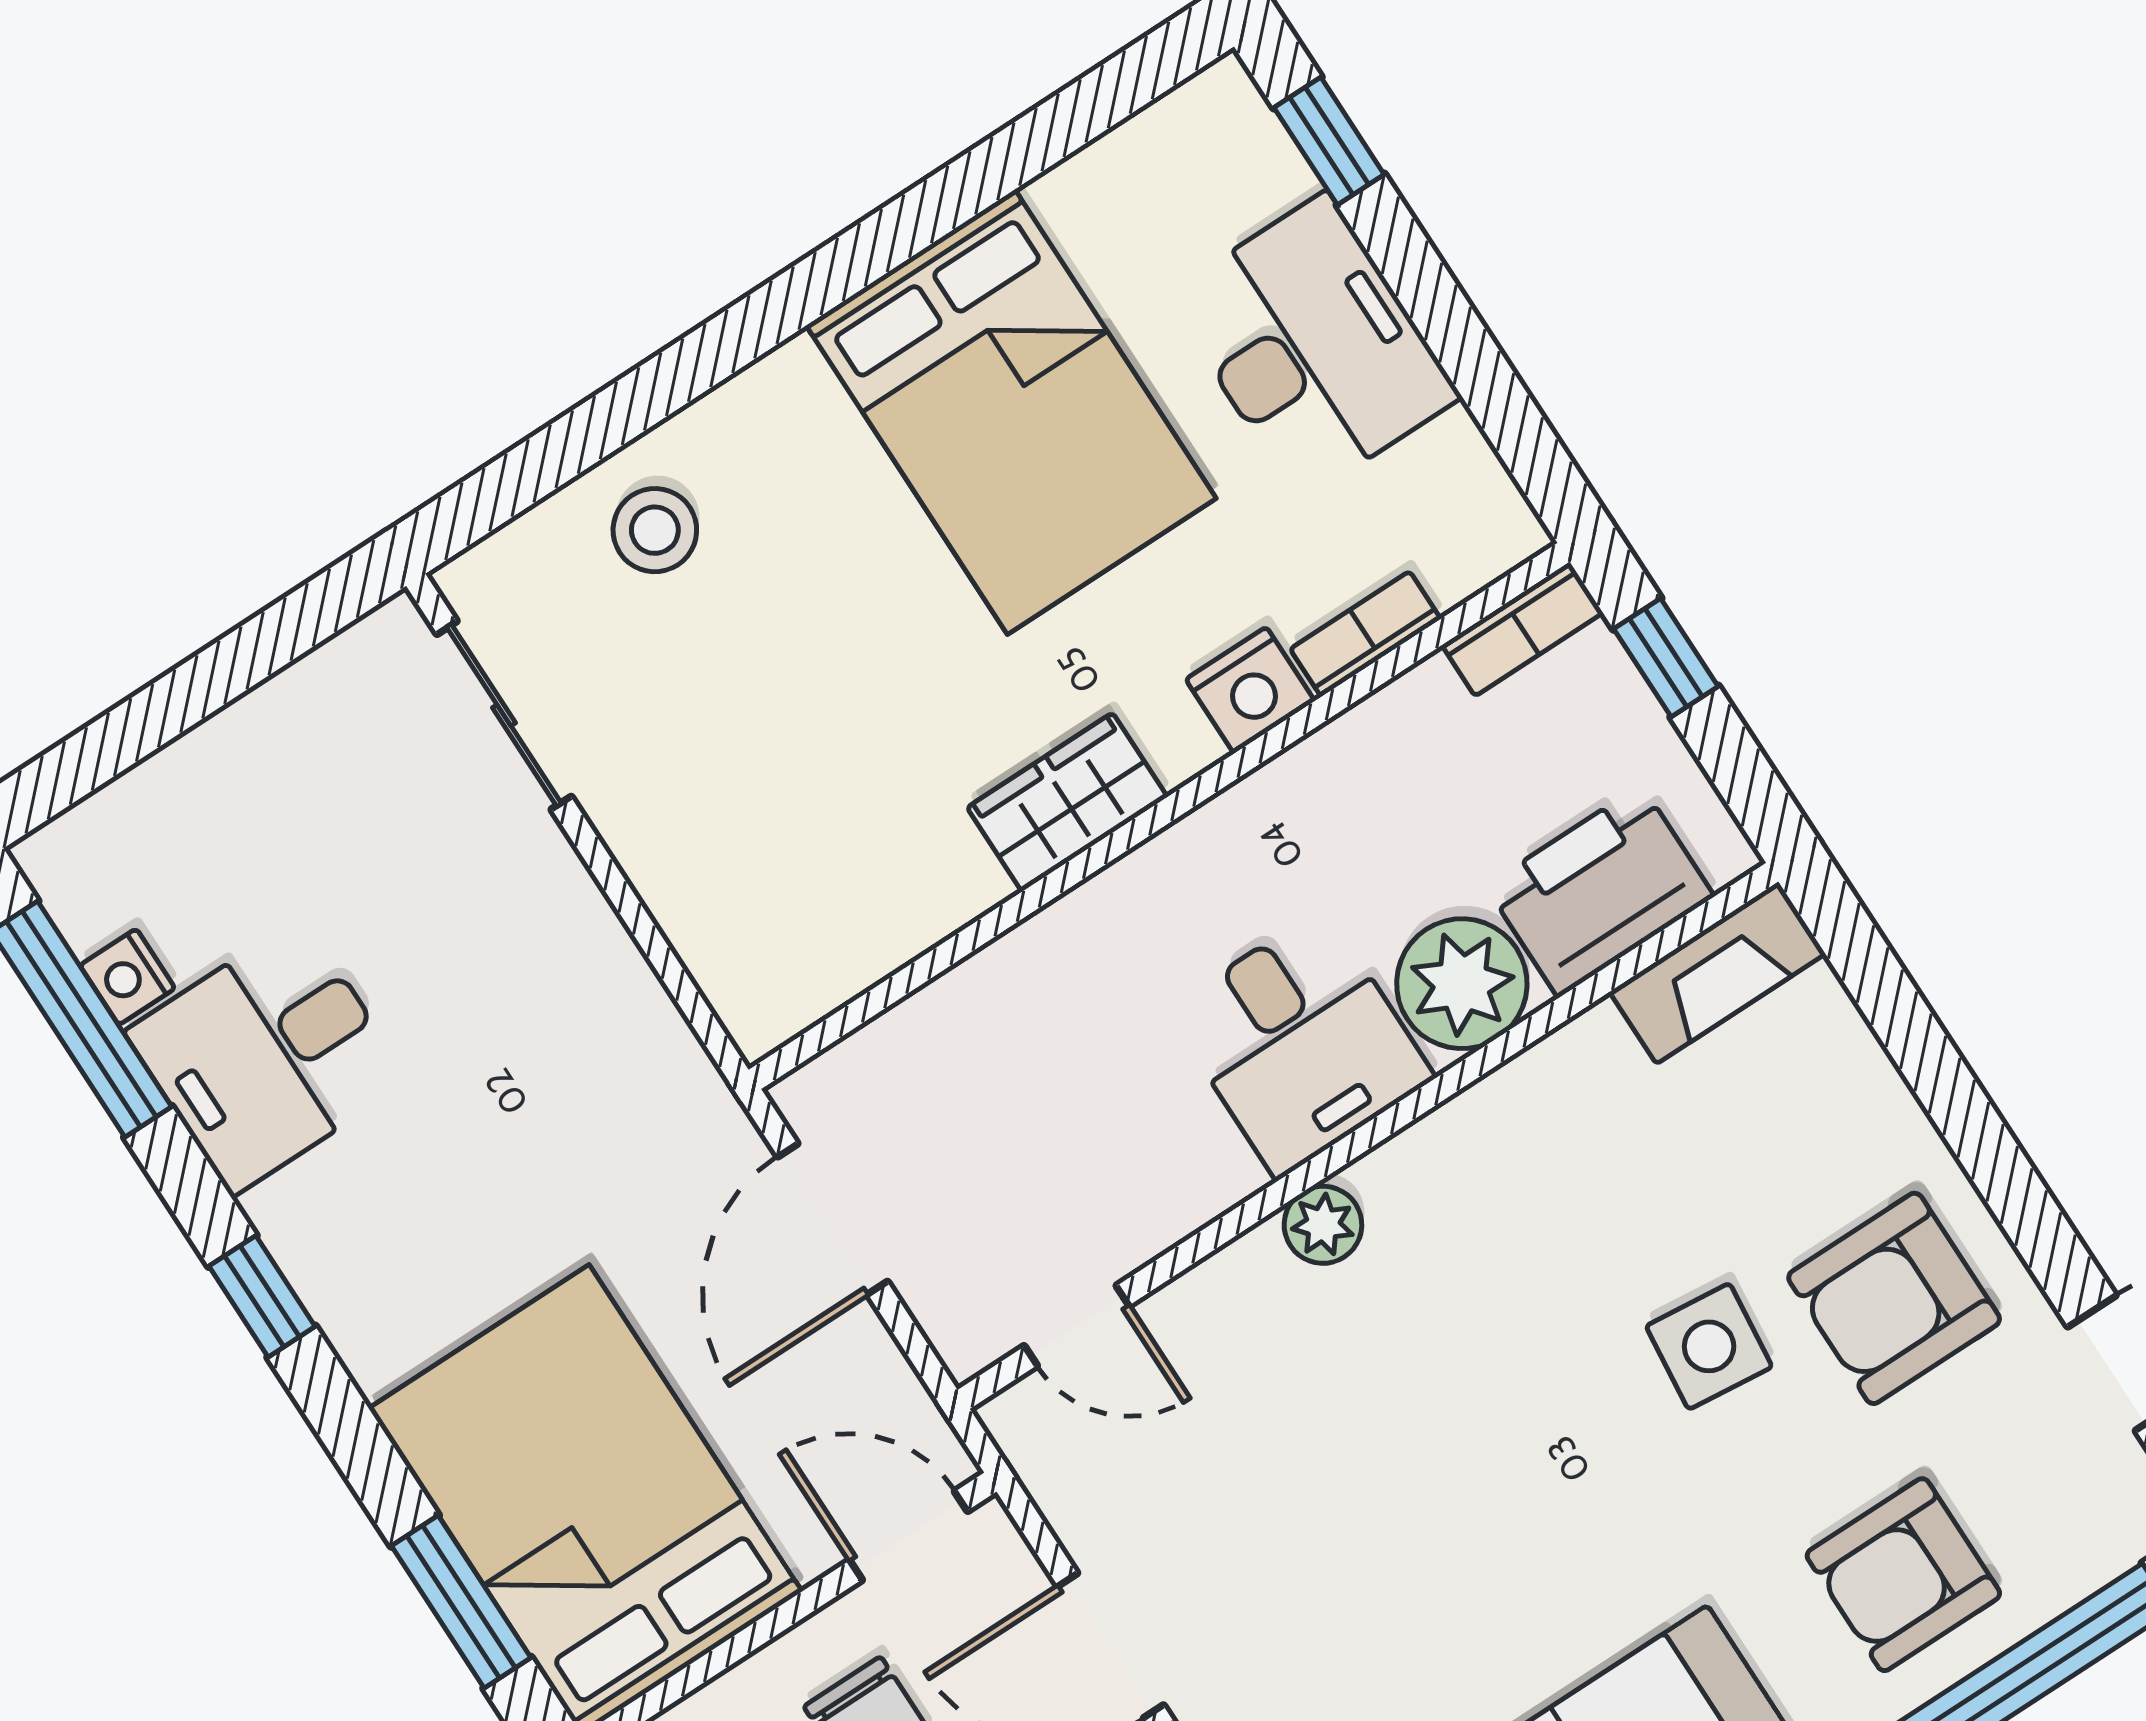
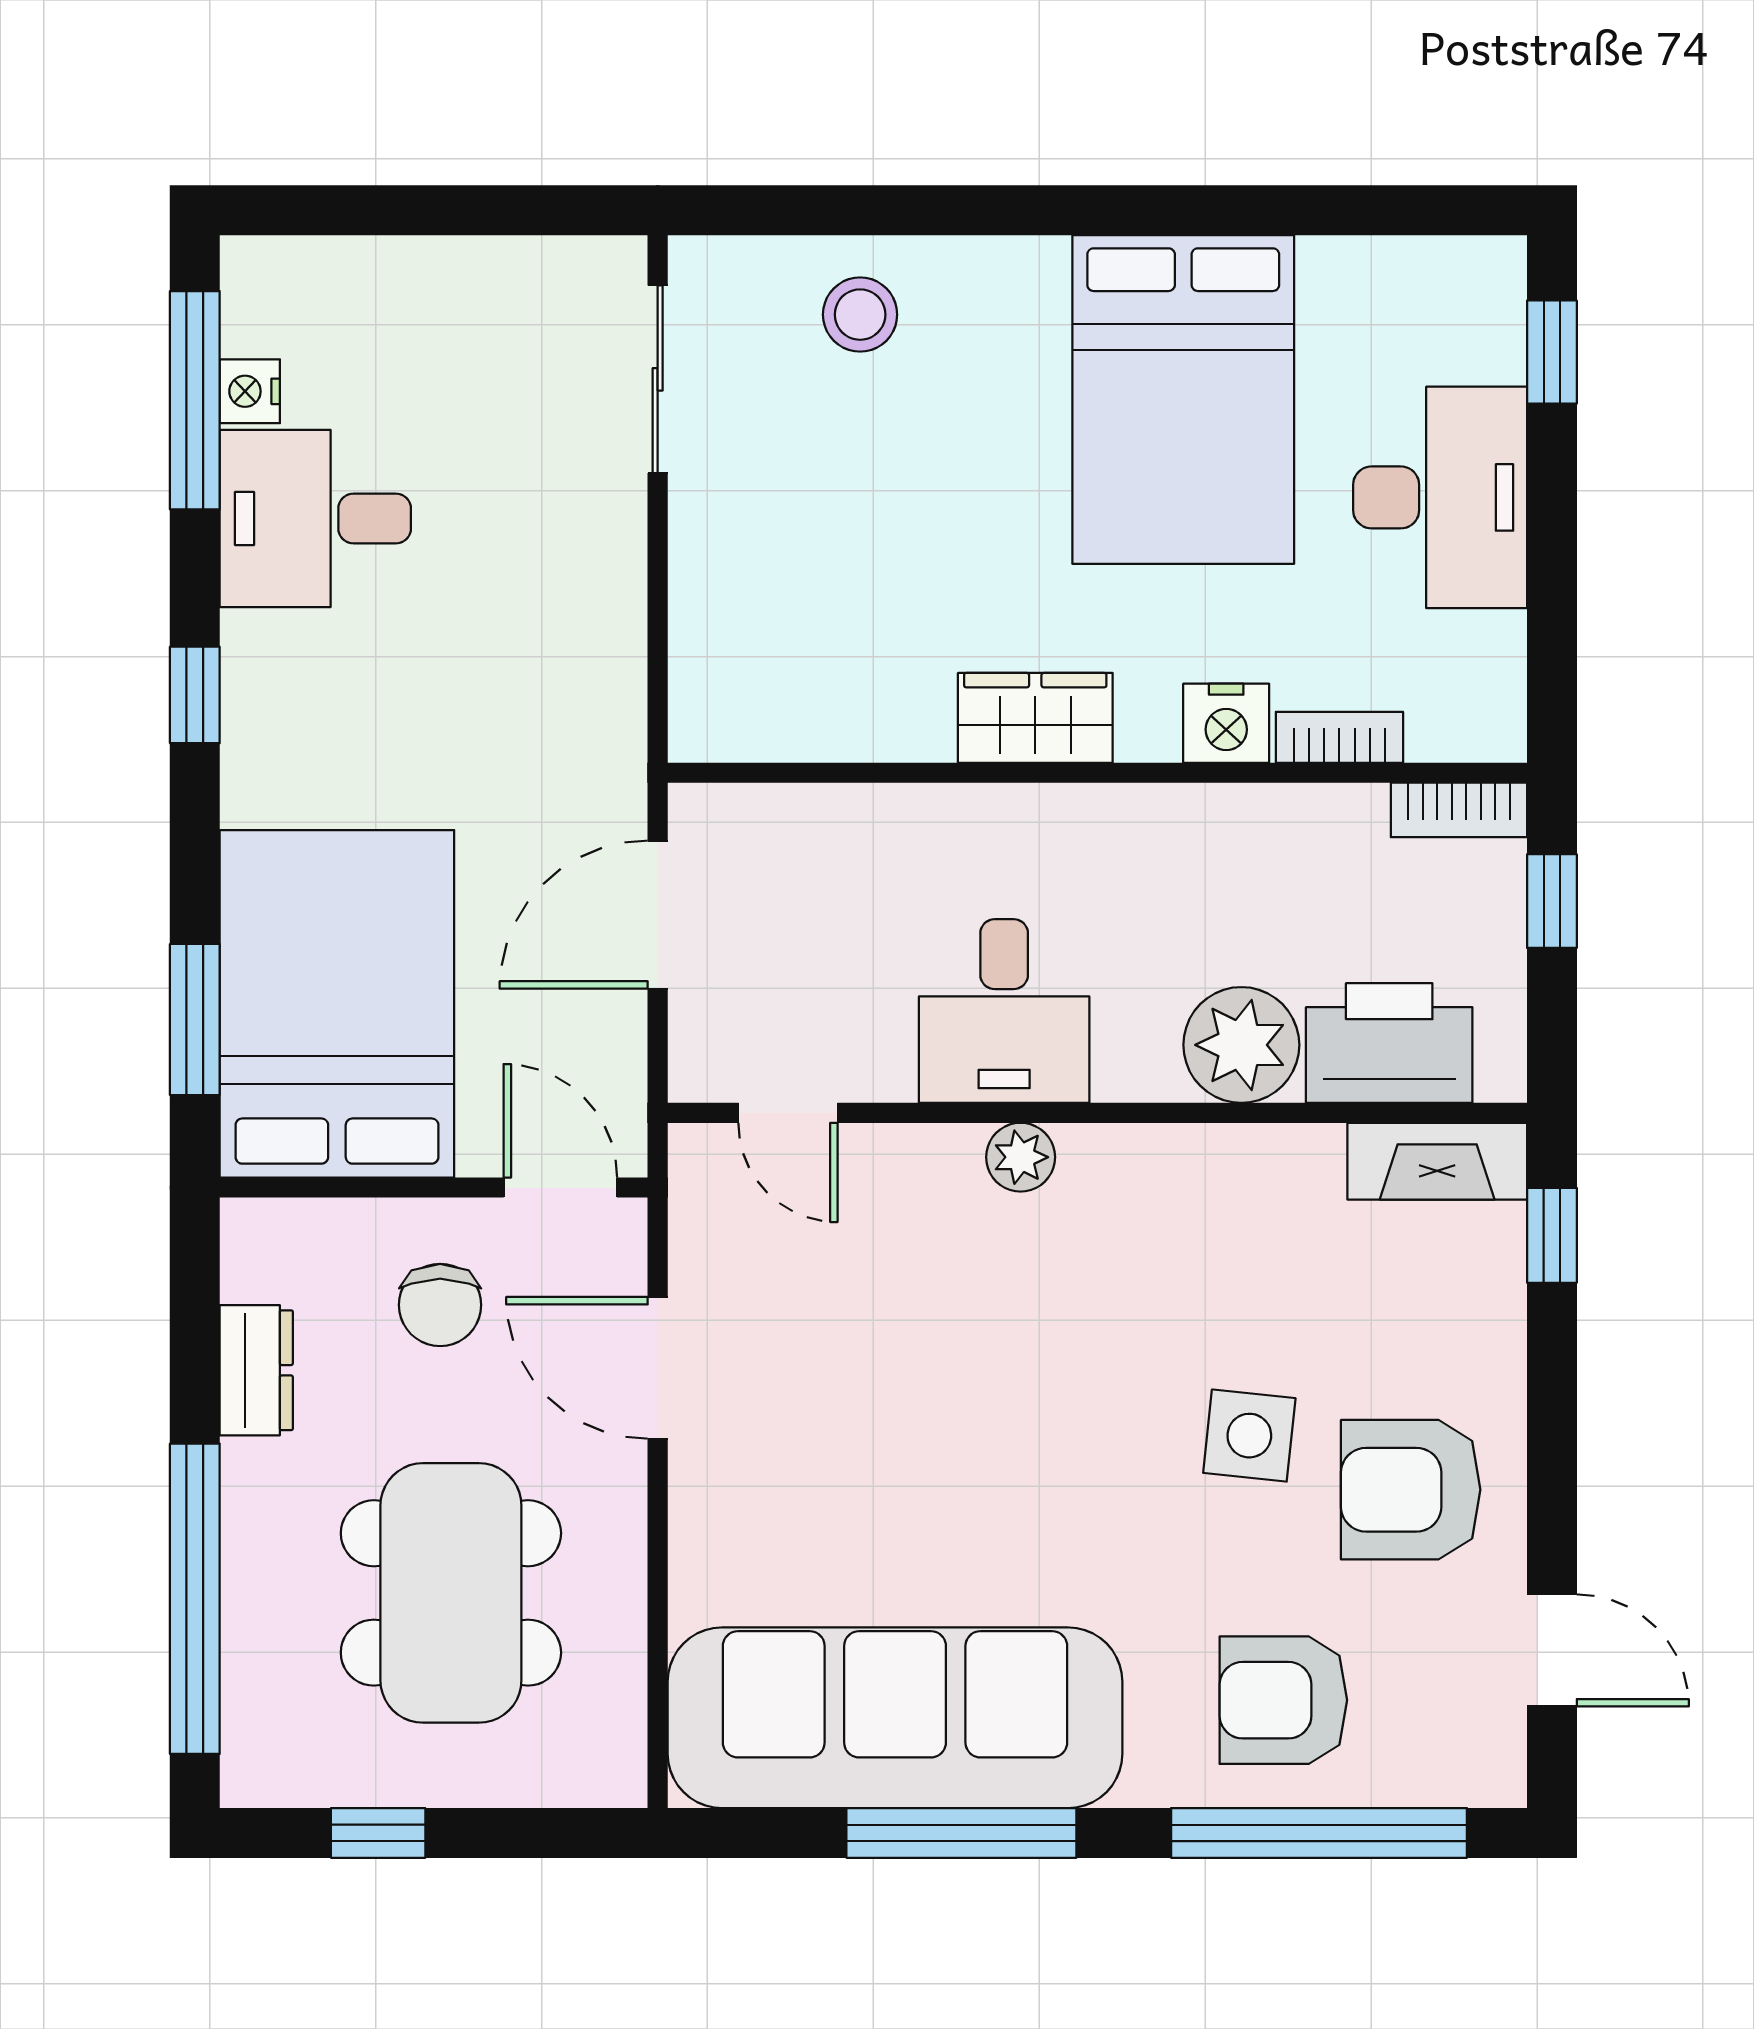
window: (1871, 972) -> (1552, 1235), added
desk: (1300, 1044) -> (1004, 1011), moved

